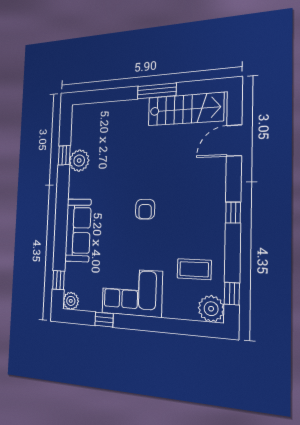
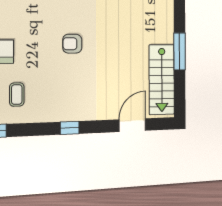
door: (234, 141) -> (132, 125), hinge flipped
coffee table: (194, 269) -> (17, 95), width x0.73, depth x0.77

